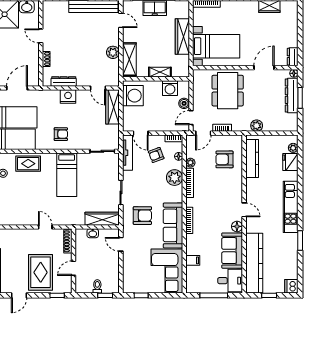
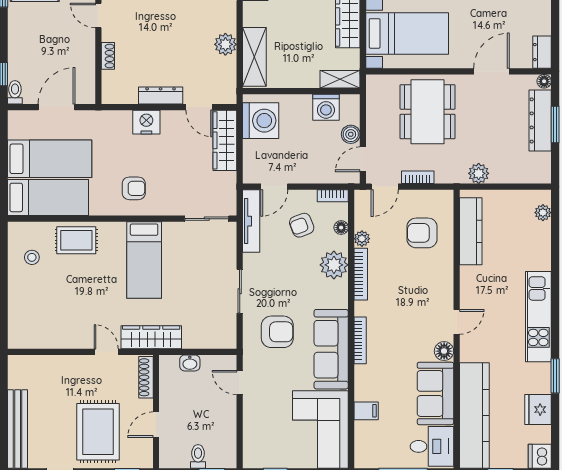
shelving: (160, 72) -> (340, 79), moved
dresser: (64, 81) -> (161, 96), moved
door: (141, 133) -> (274, 187), hinge flipped
fridge: (290, 162) -> (538, 410), moved
door: (244, 210) -> (457, 322), hinge flipped
wardrobe: (102, 219) -> (151, 337), moved

